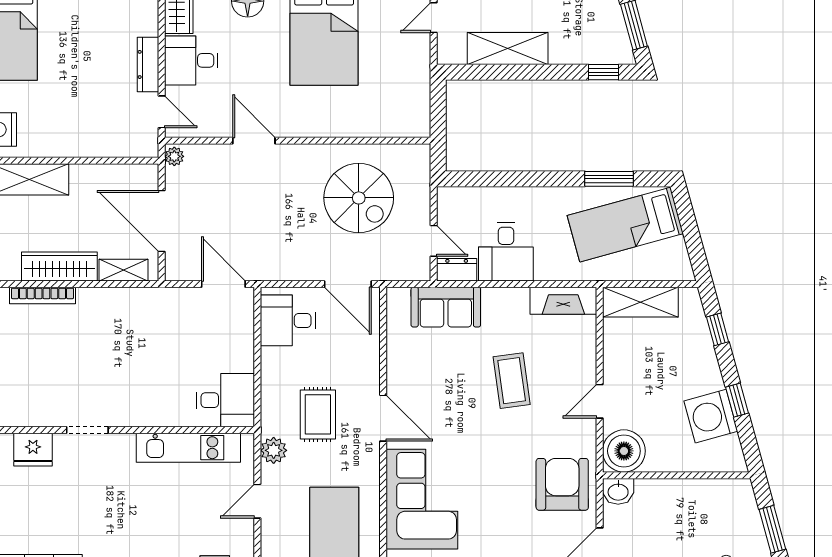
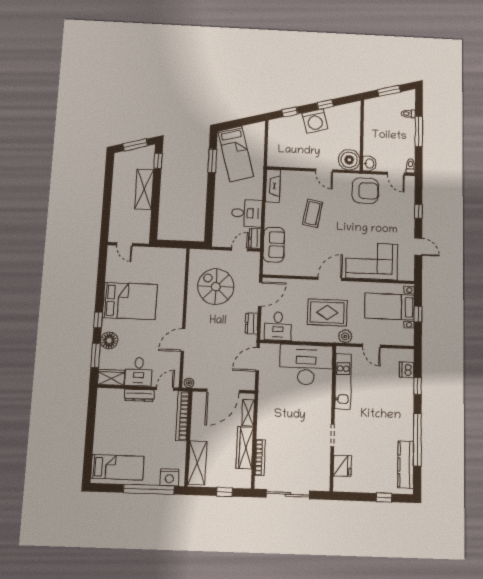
shelving: (508, 48) -> (144, 189), moved
bookcase: (113, 147) -> (182, 416), added
spiral stairs: (359, 198) -> (216, 287), turned -90
dresser: (291, 270) -> (252, 323), added
shelving: (640, 302) -> (275, 148), removed
coffee table: (512, 381) -> (312, 213), turned -72
desk: (225, 400) -> (306, 365), width x1.87, depth x1.30
rug: (318, 414) -> (327, 312), width x1.36, depth x1.43
washing machine: (711, 416) -> (315, 121), moved
armchair: (562, 484) -> (365, 191), turned 180

